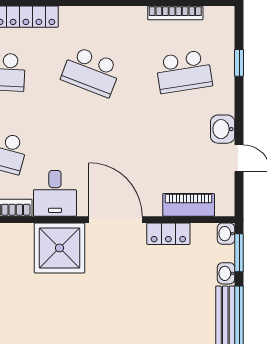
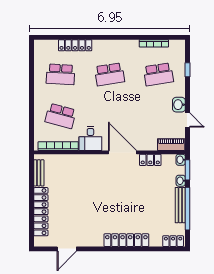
school desk: (91, 72) -> (110, 74), turned -30
piano: (189, 205) -> (171, 145), moved
shower: (59, 248) -> (93, 167), removed

